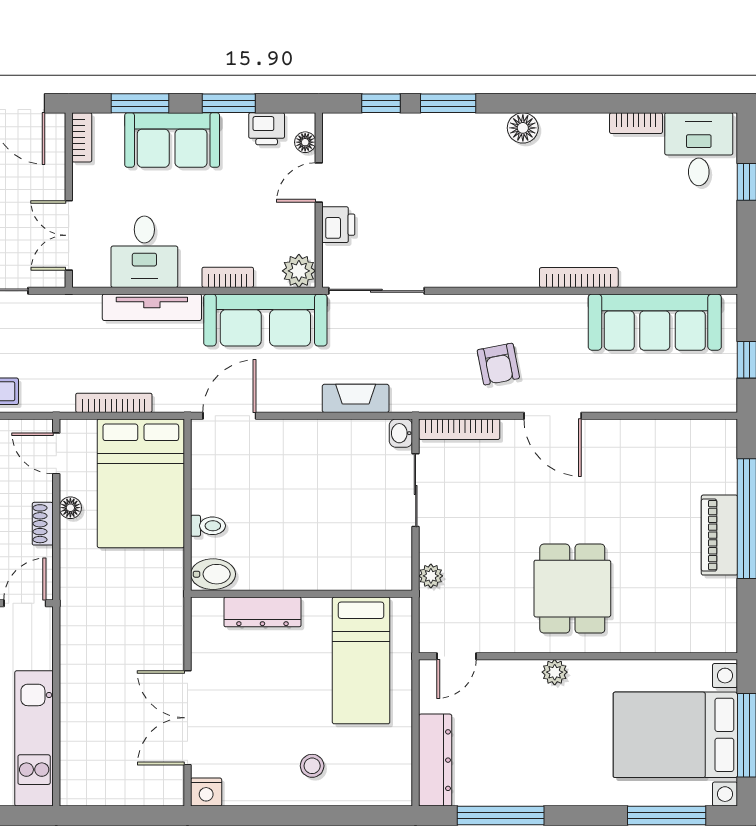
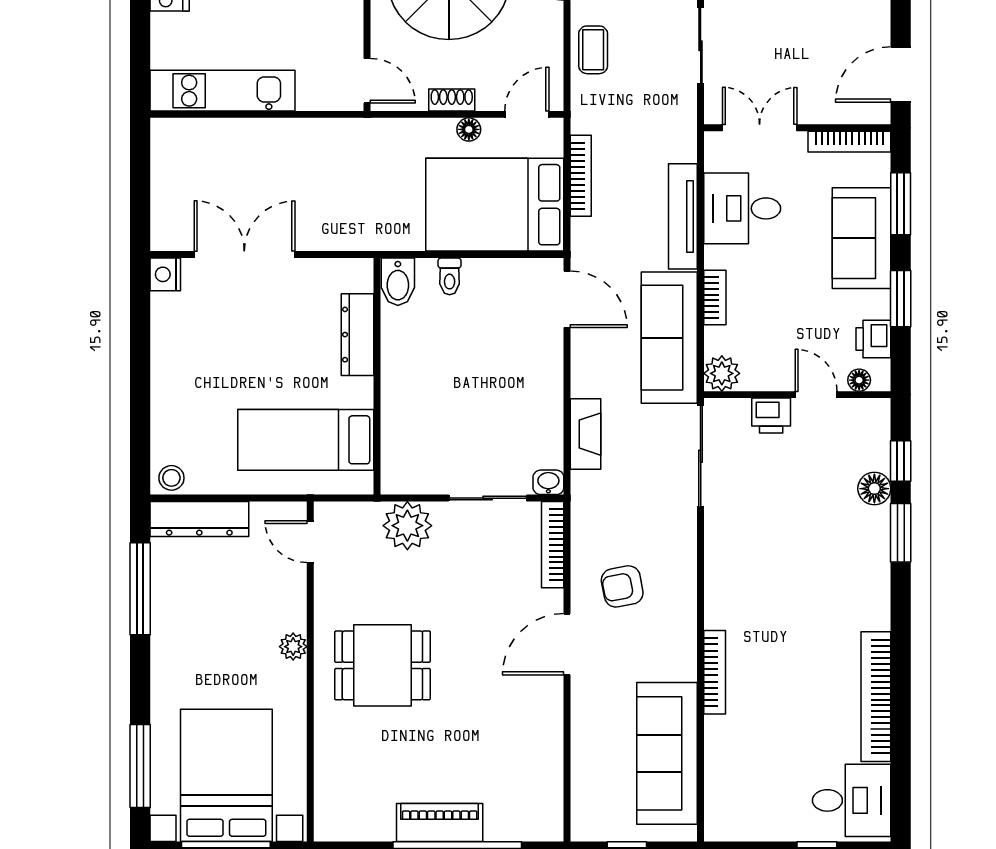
bookcase: (636, 123) -> (876, 697), width x2.31, depth x1.31
floor lamp: (523, 128) -> (874, 489), moved
bookcase: (82, 137) -> (849, 142), width x1.56
plant: (431, 576) -> (407, 526), width x1.88, depth x1.88
stool: (312, 766) -> (171, 478), moved

